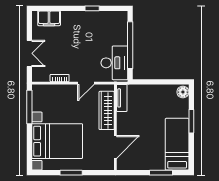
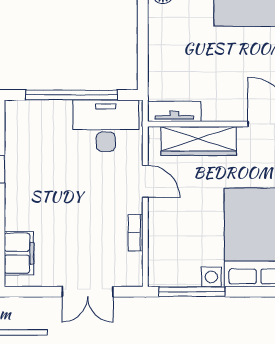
double door: (29, 53) -> (88, 292), swing flipped

